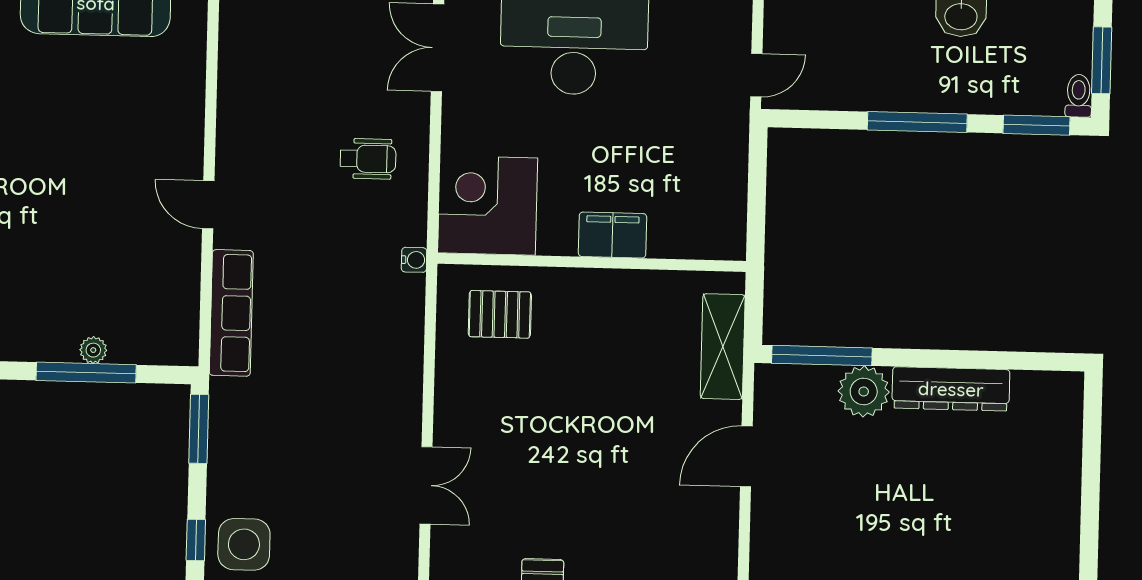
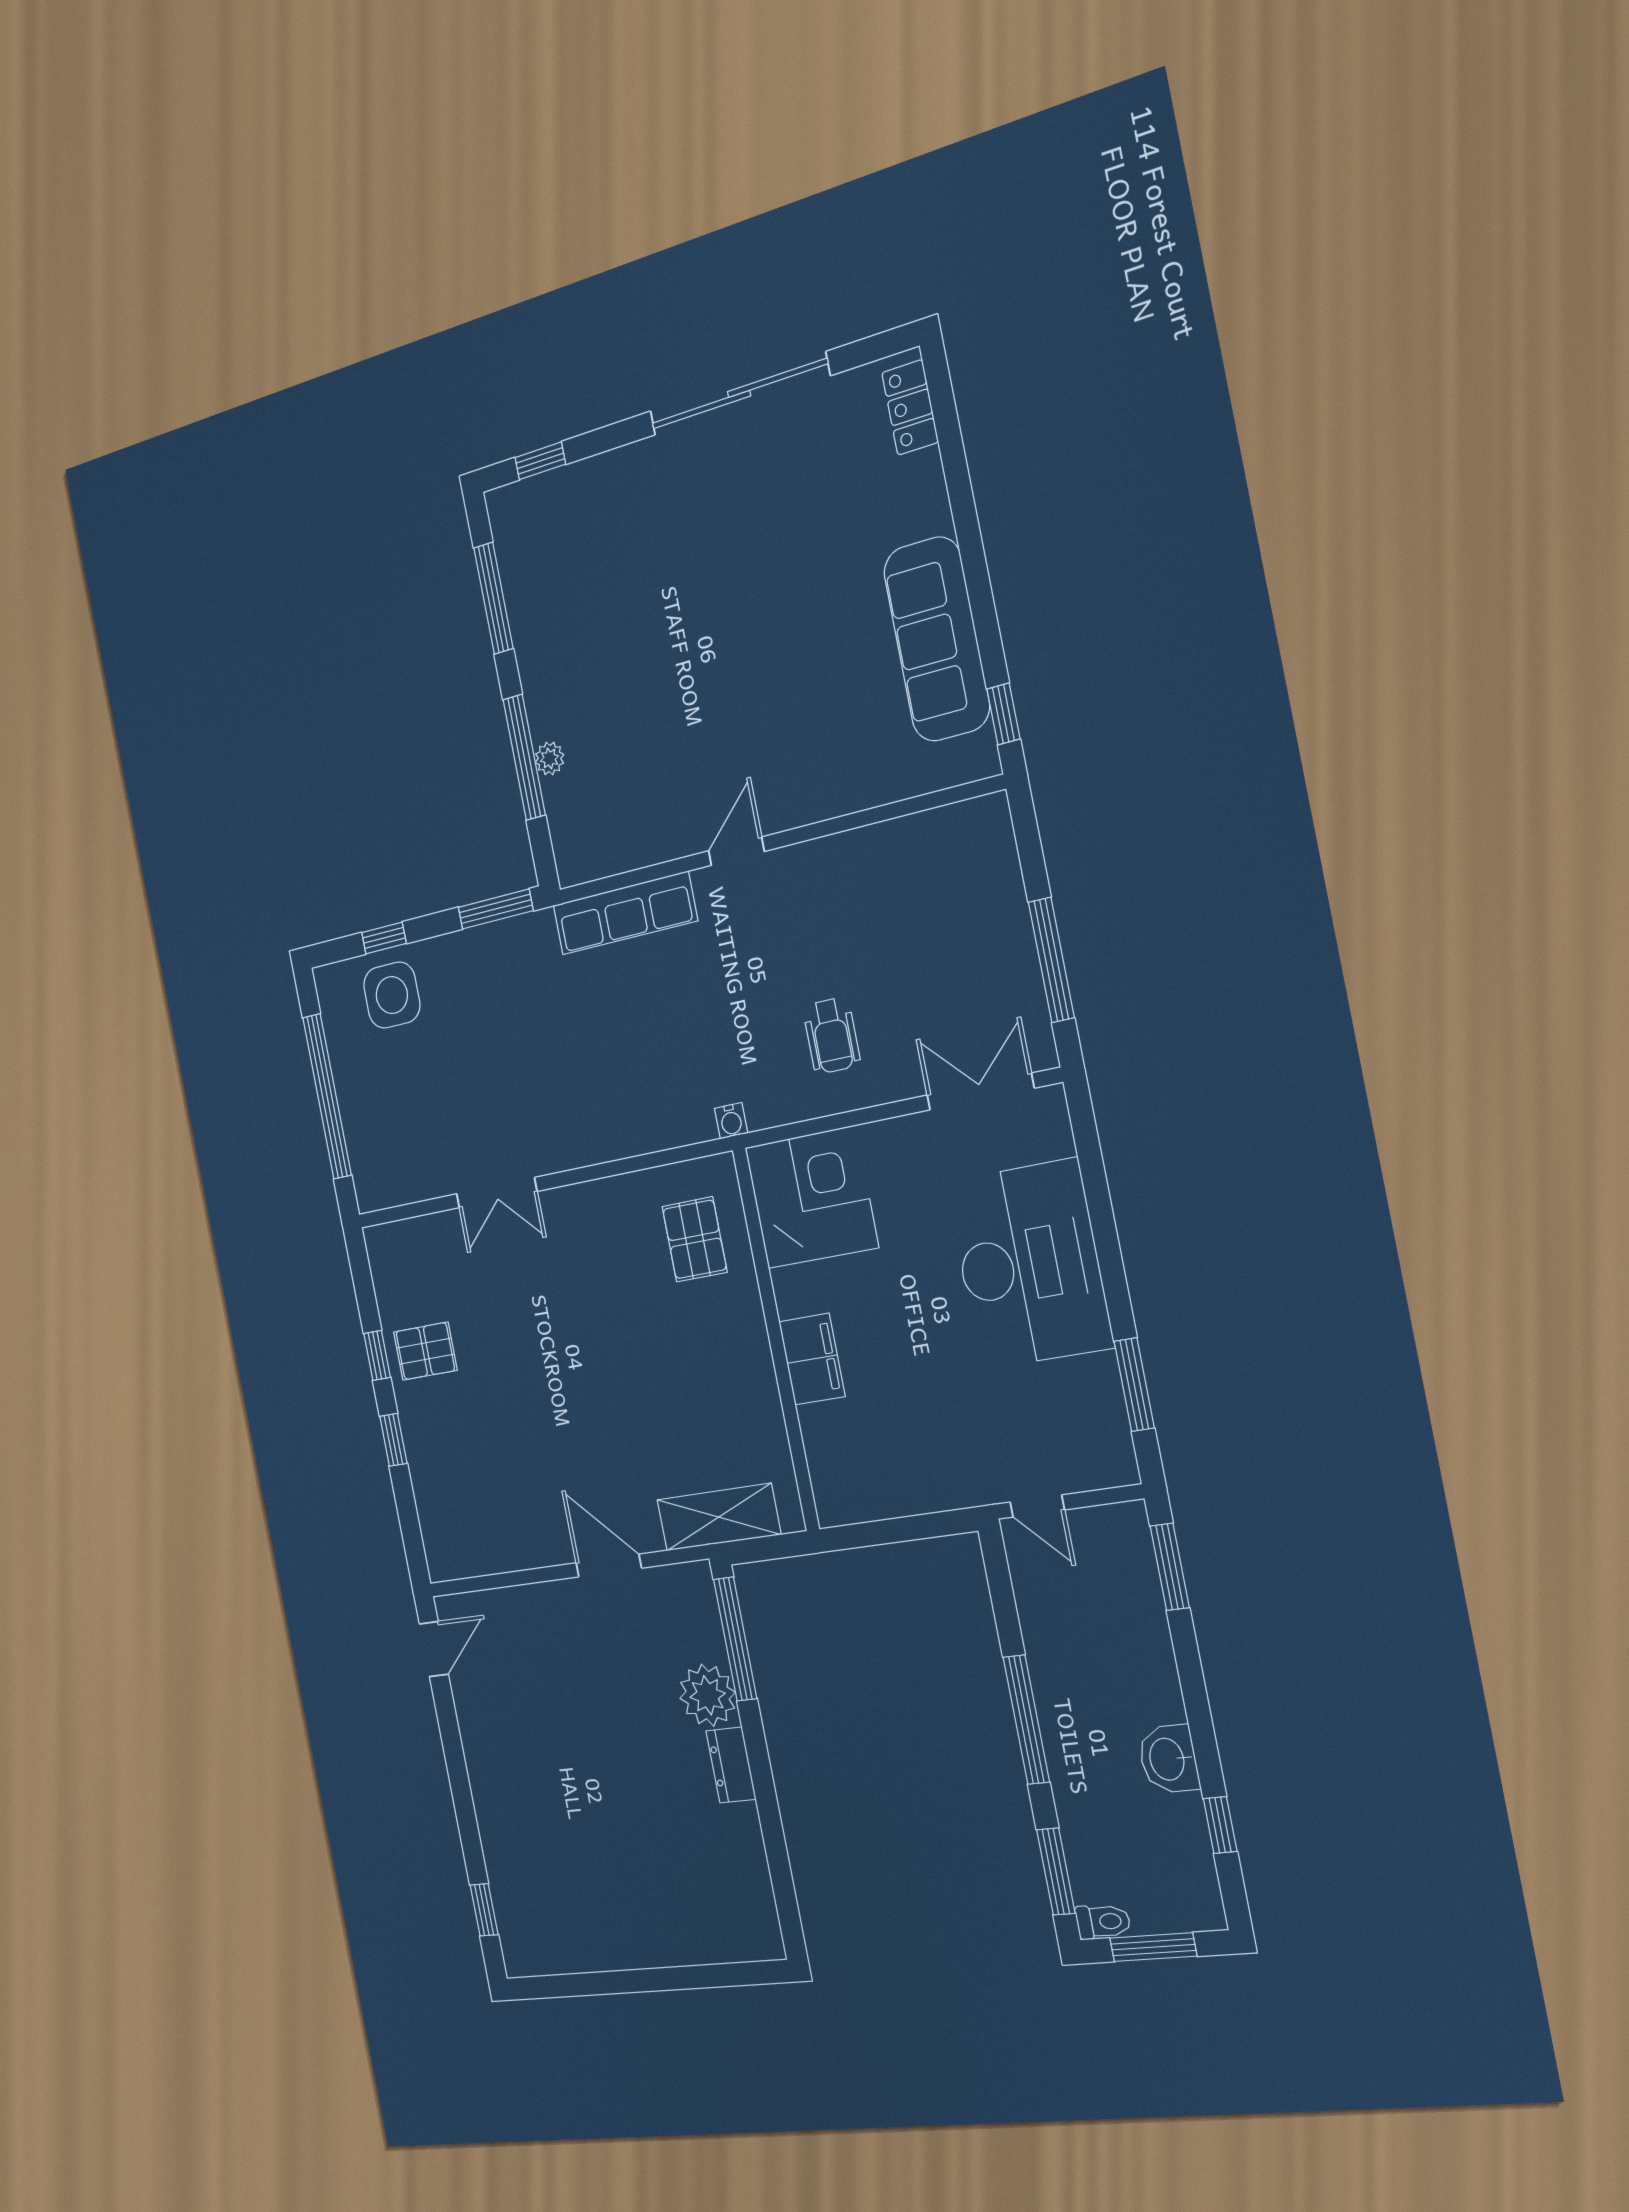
dresser: (951, 389) -> (731, 1765), width x0.51, depth x0.80

